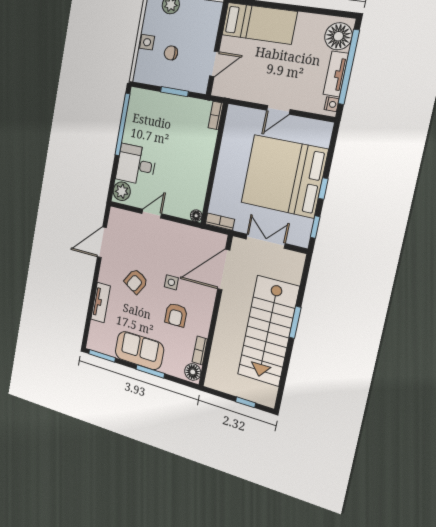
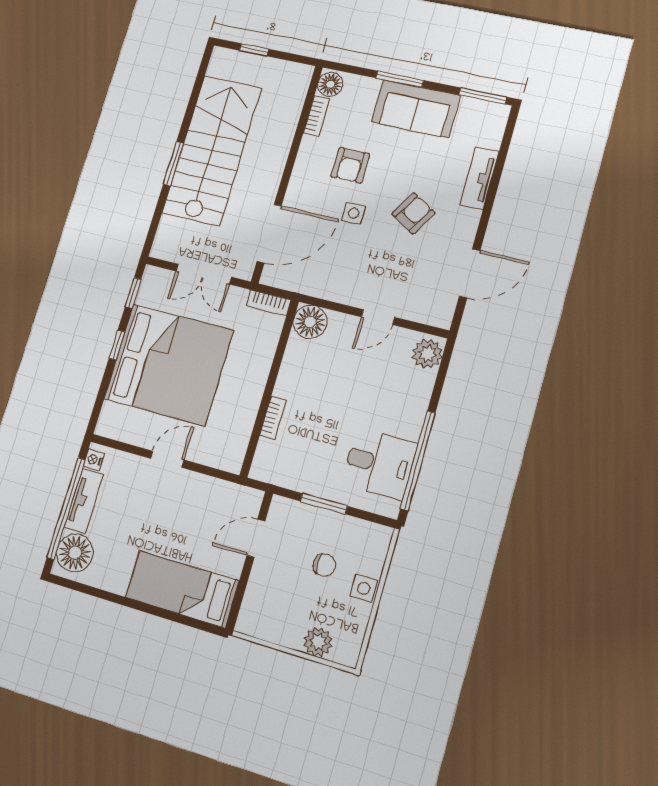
bookcase: (216, 116) -> (273, 418), moved
desk: (136, 165) -> (379, 464), moved
floor lamp: (196, 216) -> (310, 322), width x1.89, depth x1.89
armchair: (176, 315) -> (350, 165), turned 180

